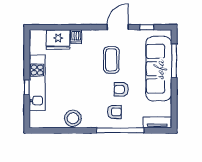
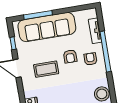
tv unit: (157, 122) -> (95, 31), moved

